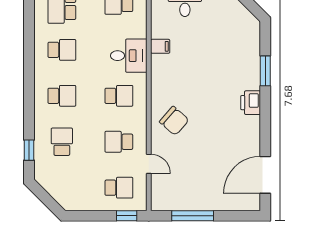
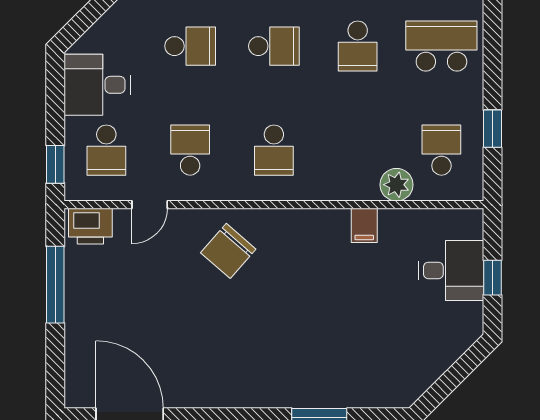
plant: (138, 29) -> (396, 185), added
desk: (129, 56) -> (97, 85), moved, turned 90
school desk: (62, 96) -> (274, 46), turned -90
printer: (251, 103) -> (90, 226), moved, turned 180

